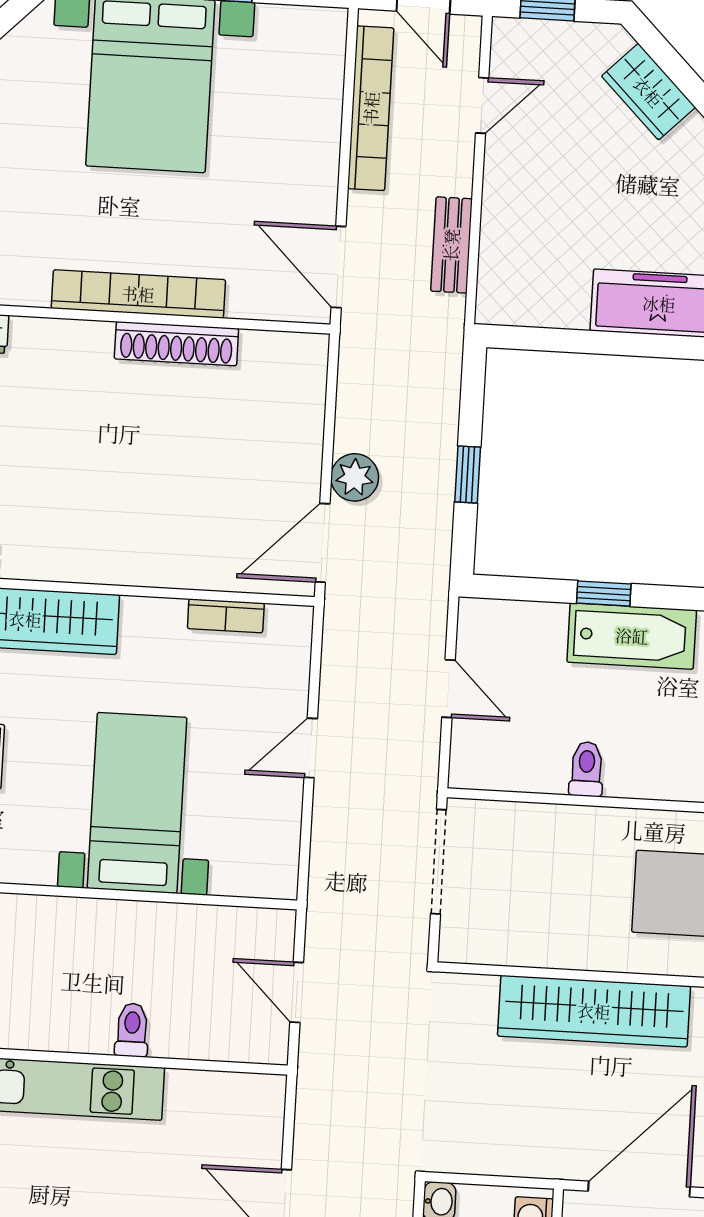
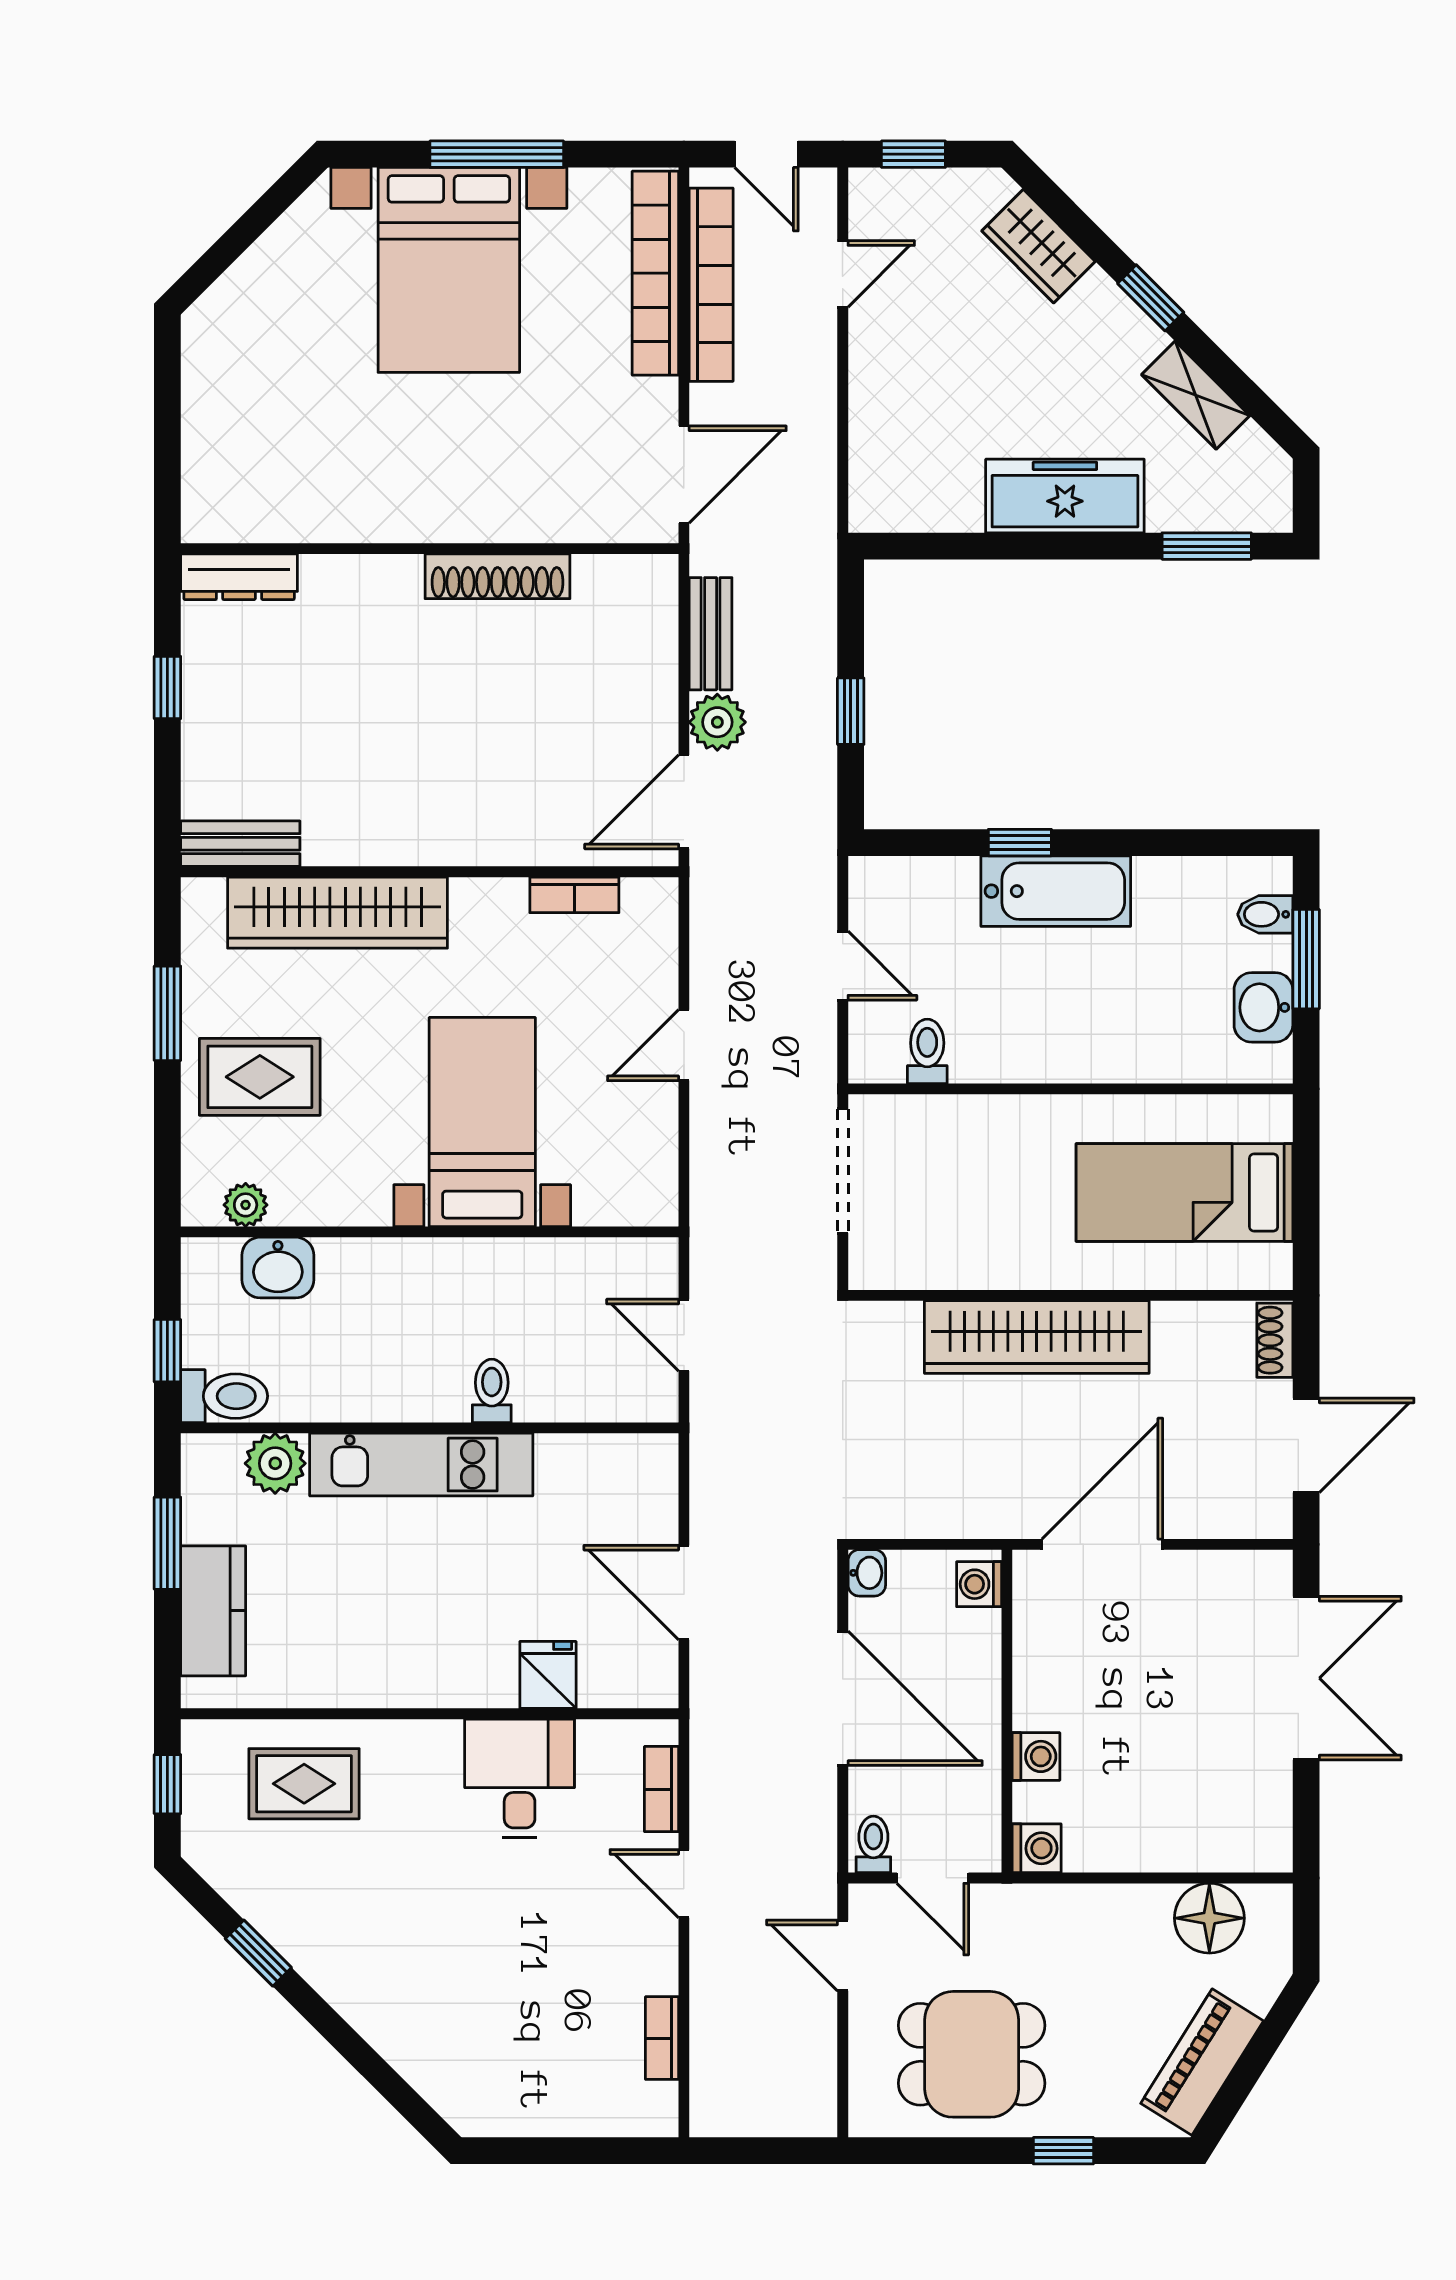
bench: (451, 245) -> (711, 634), moved
door: (338, 267) -> (684, 475), swing flipped
bookcase: (138, 294) -> (655, 273), moved, turned -90
toilet: (587, 769) -> (927, 1051), moved

